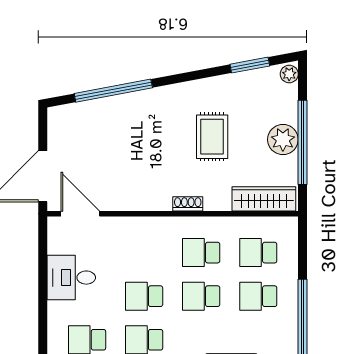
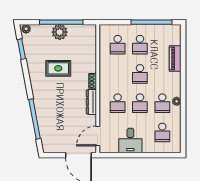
wardrobe: (264, 199) -> (90, 42), removed
dresser: (147, 201) -> (91, 102), added
school desk: (201, 253) -> (118, 103), moved

